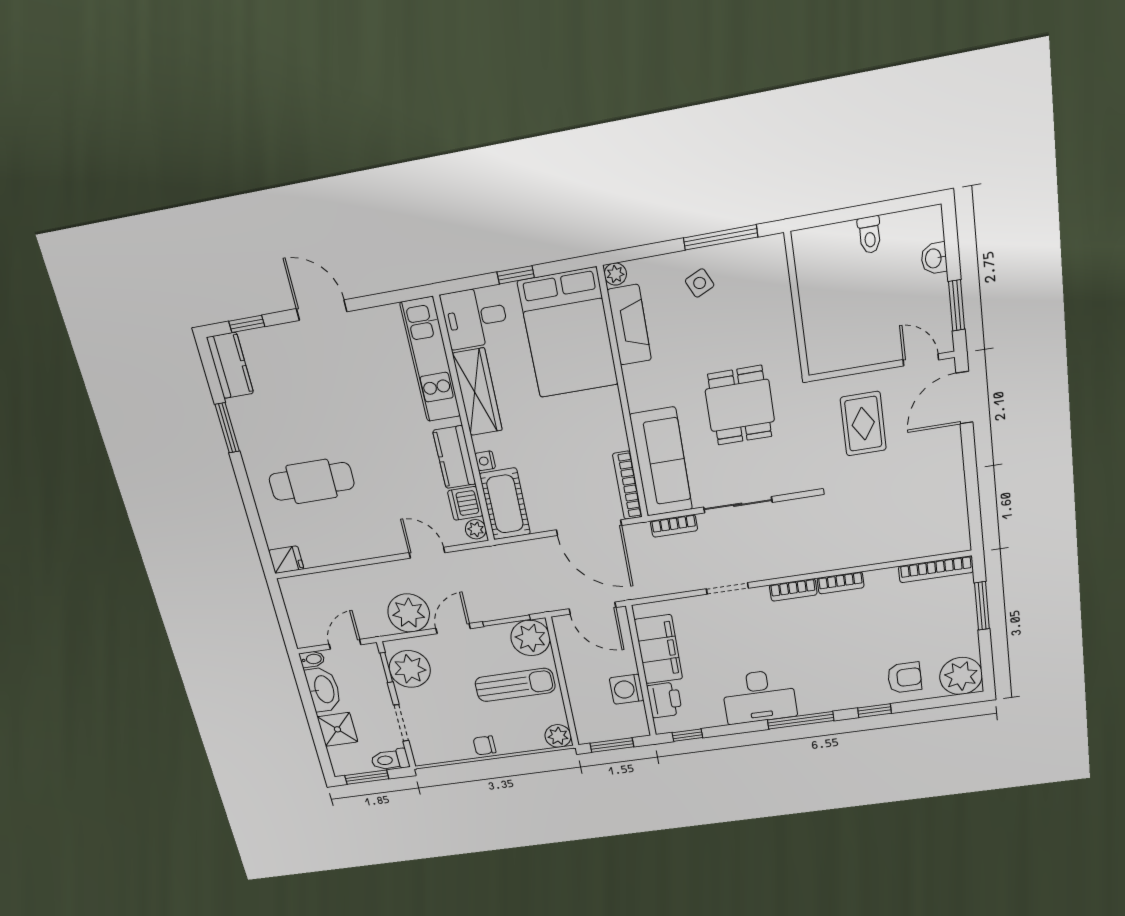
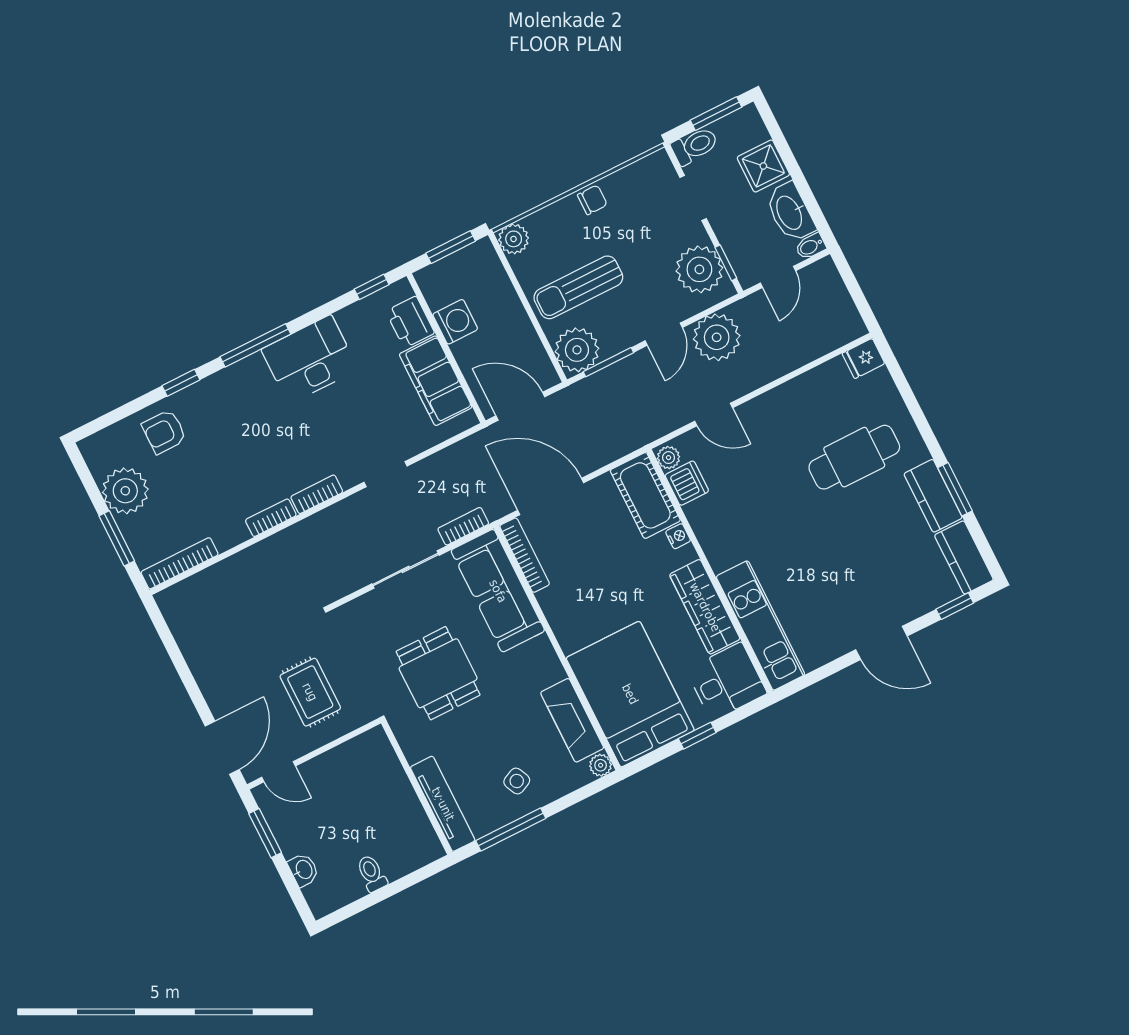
tv unit: (777, 282) -> (443, 804), added
kitchen counter: (454, 457) -> (933, 496), moved, turned 180
plant: (961, 676) -> (125, 491), moved

